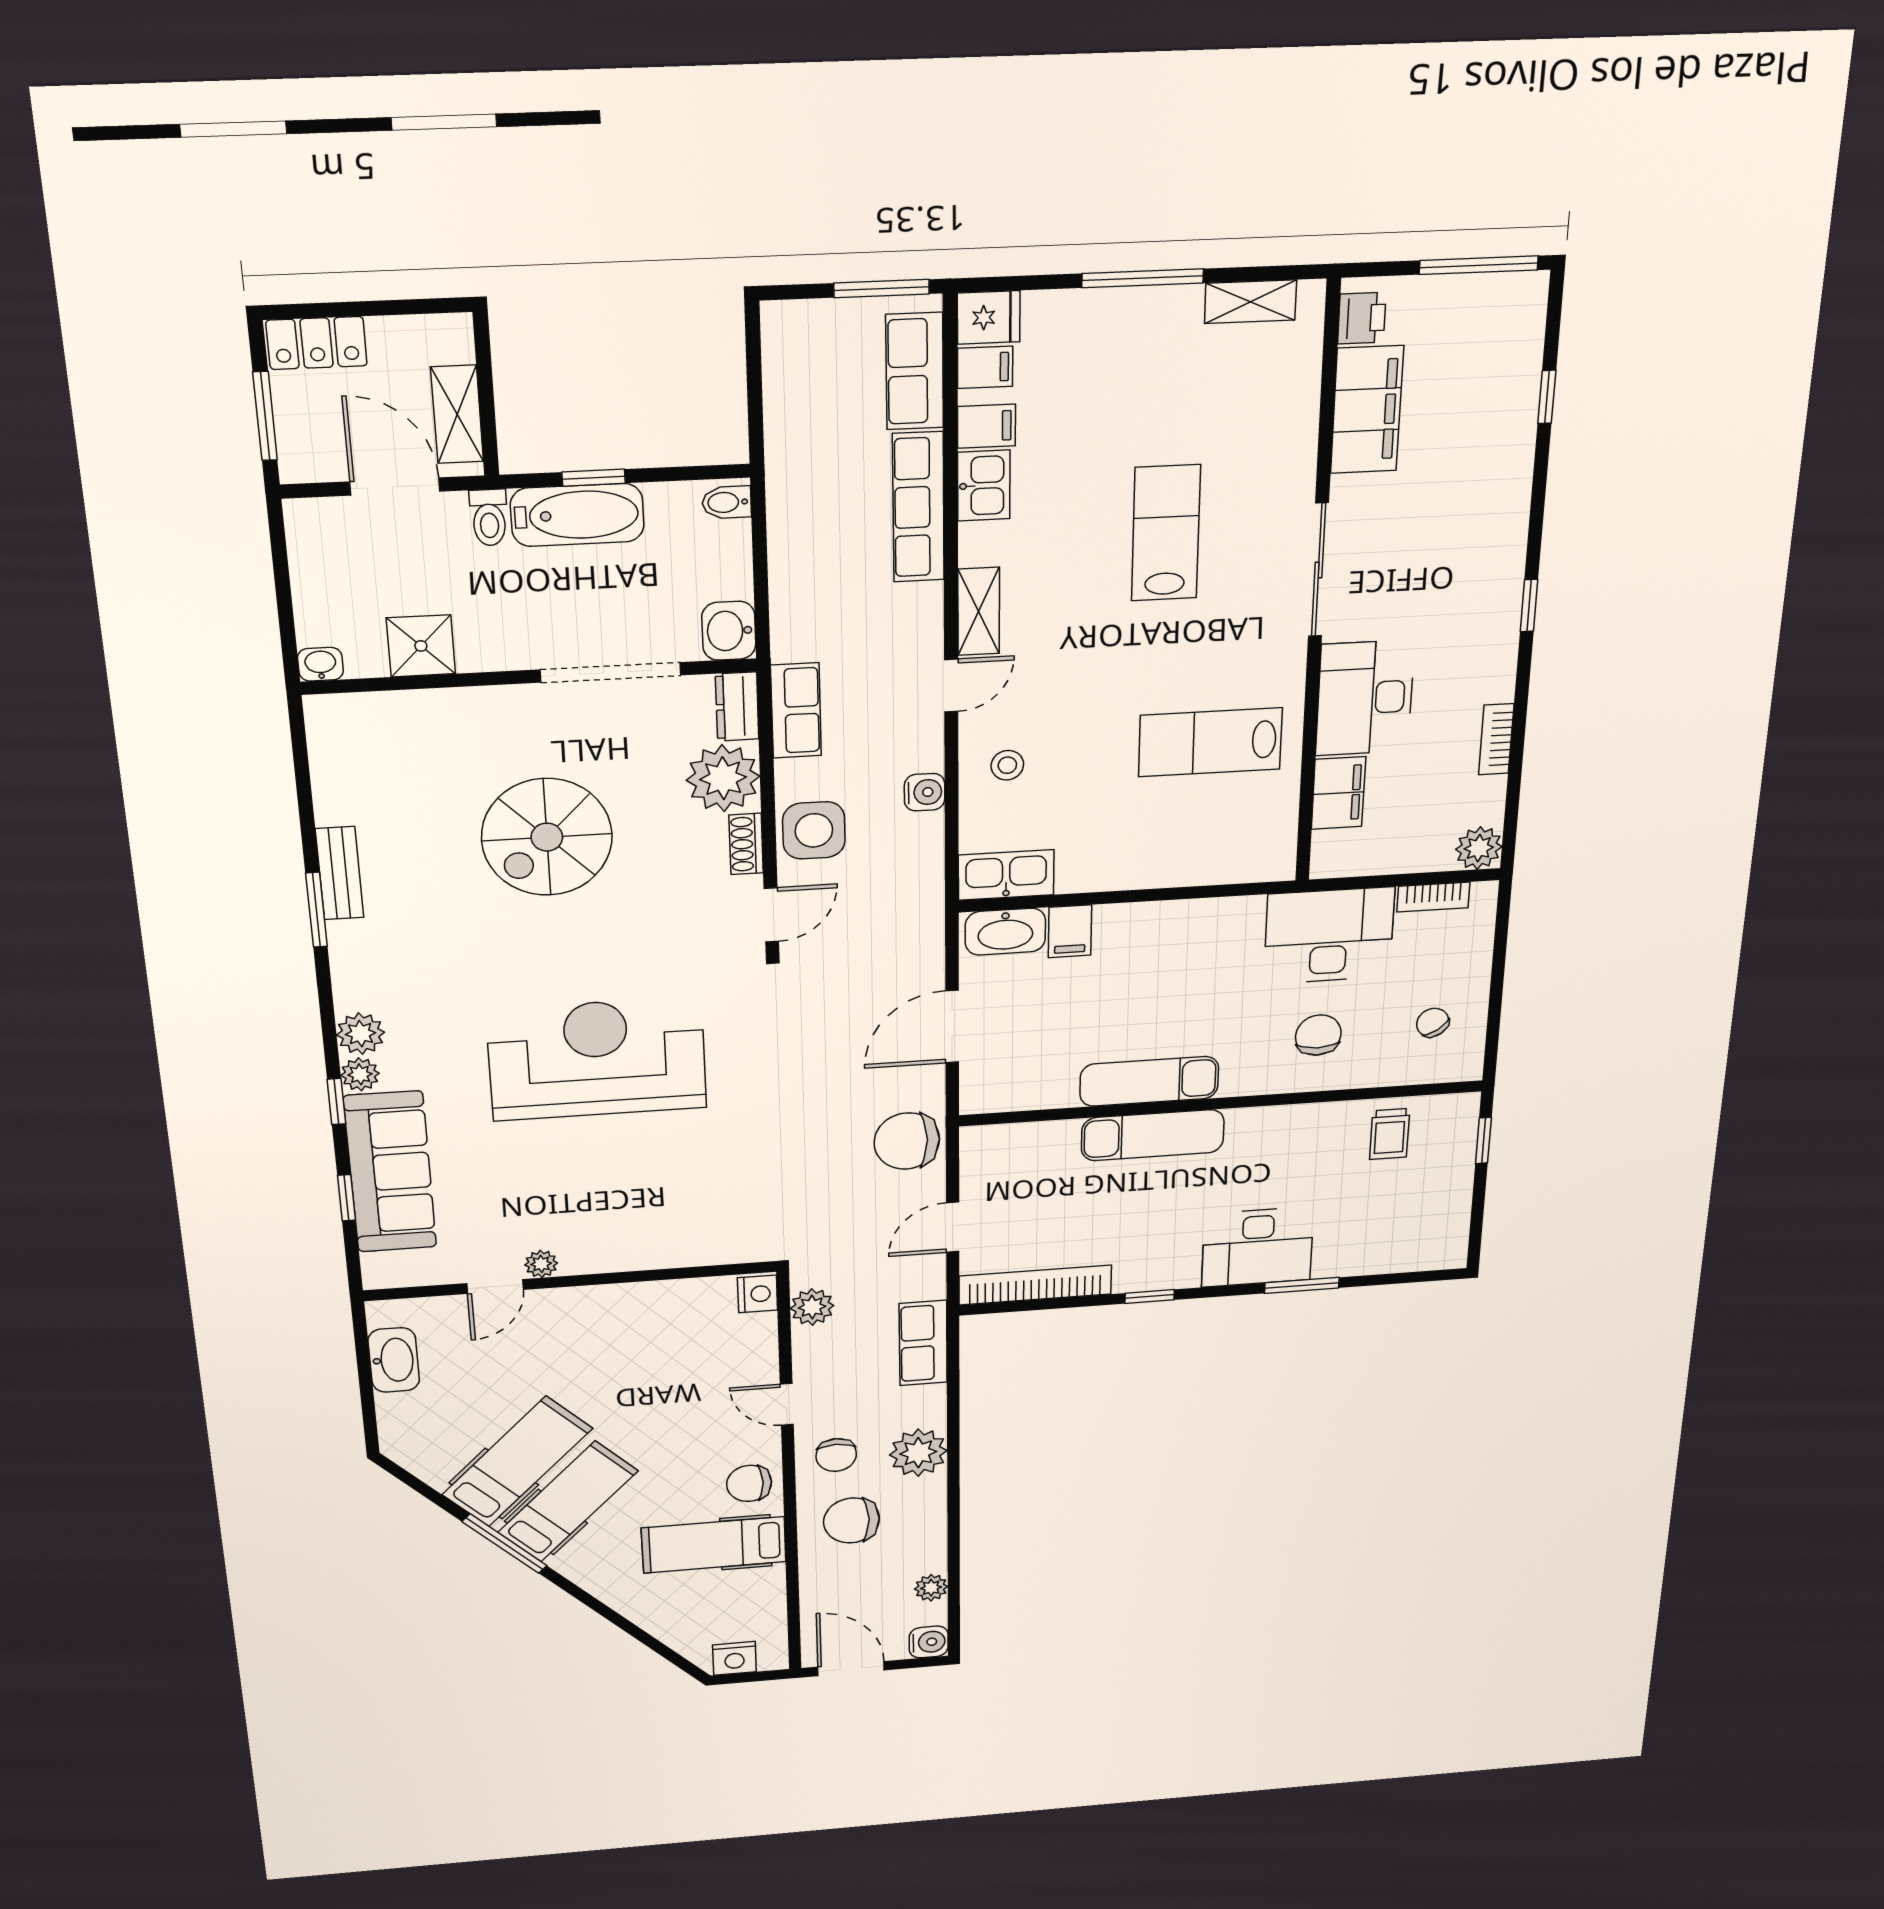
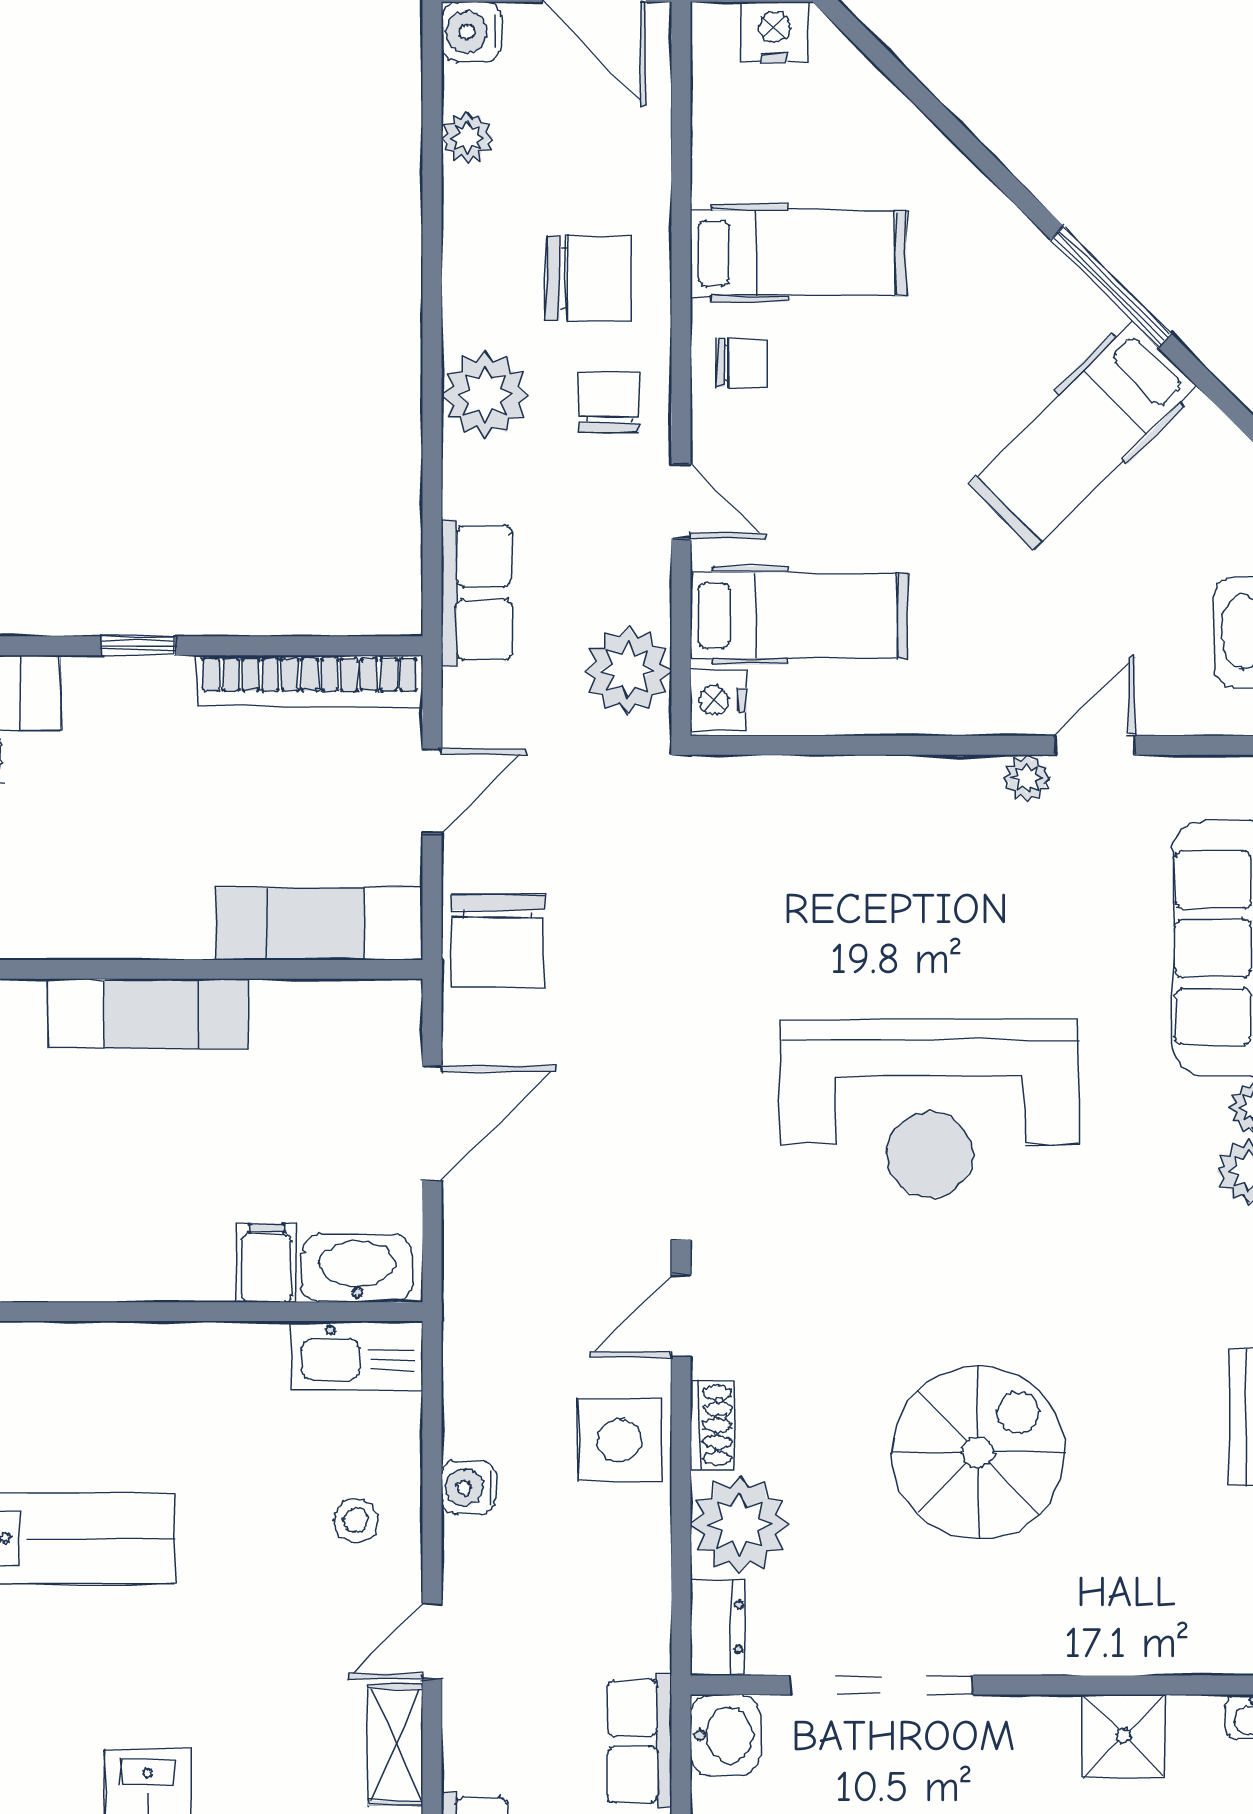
row of seats: (796, 711) -> (640, 1741), moved
exam couch: (1153, 1135) -> (319, 924), moved
chair: (907, 1141) -> (498, 942), turned 90
plant: (812, 1307) -> (628, 671), width x1.36, depth x1.36
chair: (749, 1483) -> (741, 363), width x0.73, depth x0.73
hospital bed: (568, 1502) -> (799, 616), moved, turned -135

